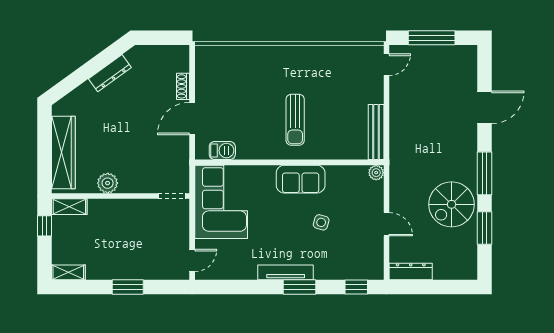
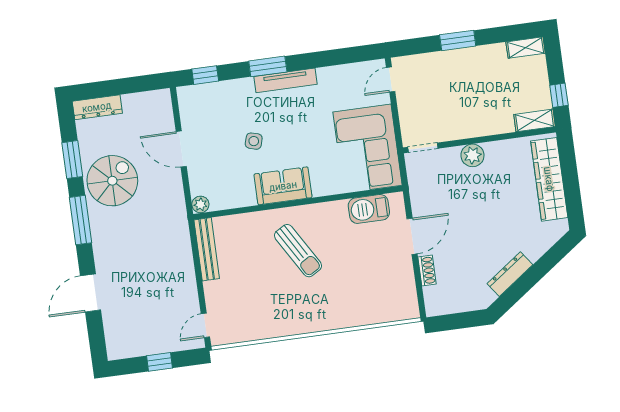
window: (432, 38) -> (160, 362), width x0.46
sun lounger: (295, 120) -> (298, 251), turned 149
barbecue: (222, 151) -> (369, 209), width x1.38, depth x1.27
plant: (108, 183) -> (472, 155), moved
door: (386, 224) -> (181, 149), width x1.38
dresser: (411, 271) -> (97, 107), moved

